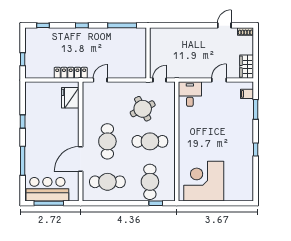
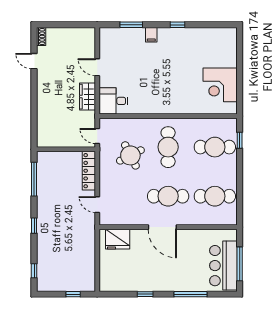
wardrobe: (247, 67) -> (87, 97), moved, turned 90
locker: (71, 73) -> (89, 171), moved
filing cabinet: (247, 94) -> (151, 35), moved
door: (81, 159) -> (162, 227), moved
corner desk: (204, 181) -> (220, 85), width x0.74, depth x0.74
cafe table: (107, 182) -> (215, 196), turned 90

